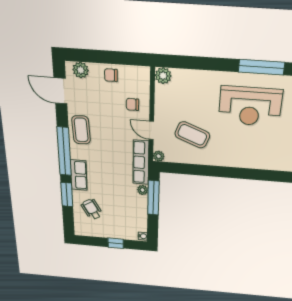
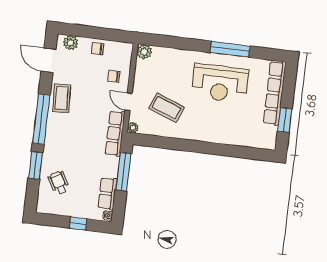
row of seats: (79, 175) -> (107, 194), moved, turned 180
plant: (143, 190) -> (113, 163), removed

